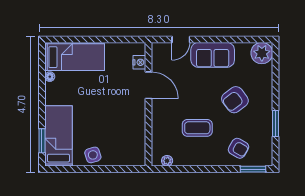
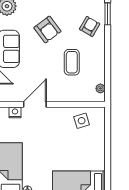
side table: (93, 155) -> (82, 121), moved

